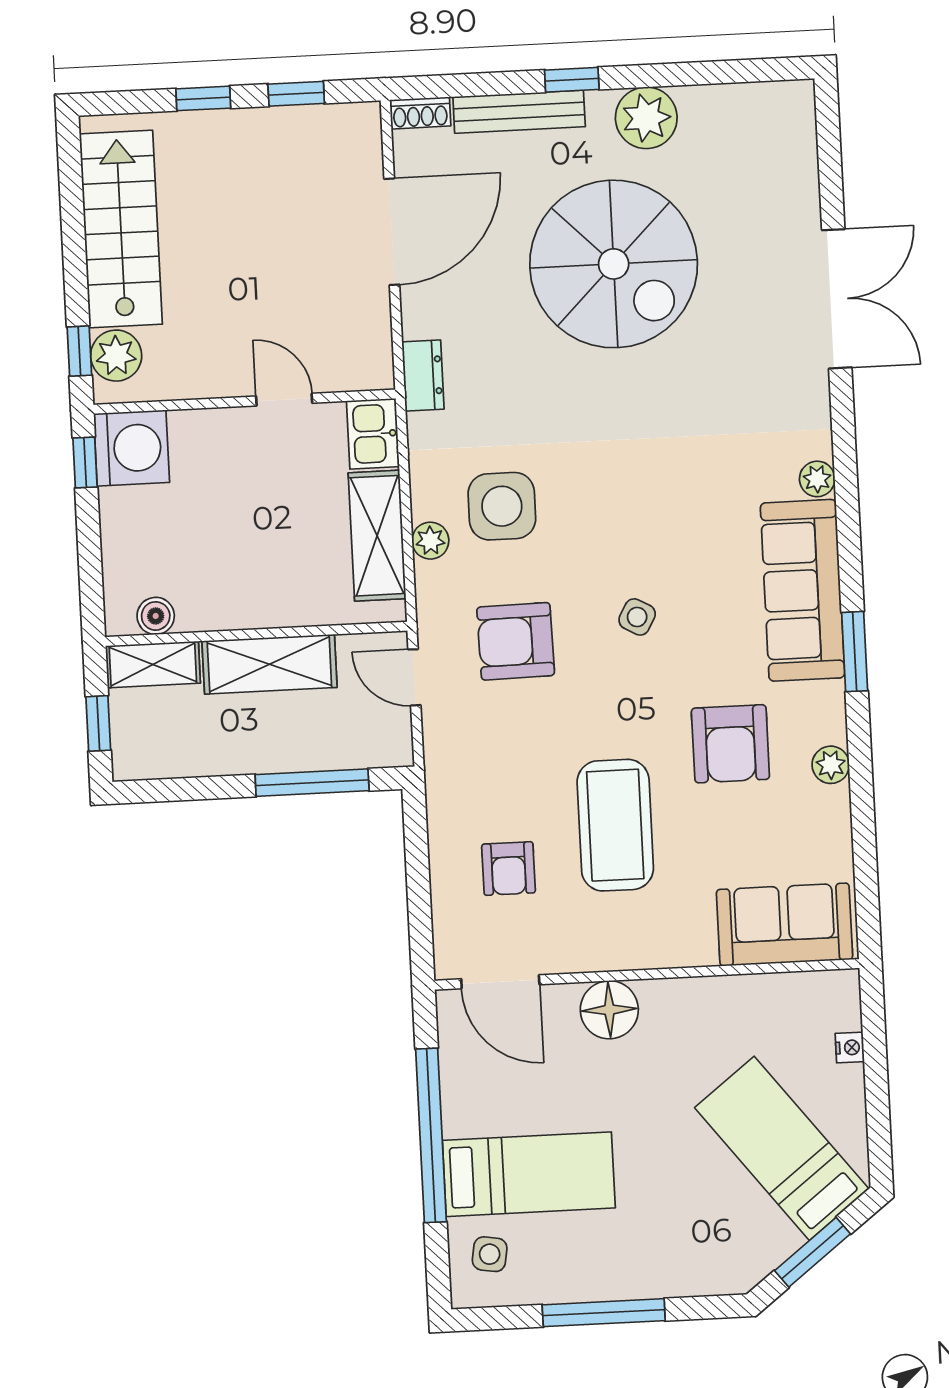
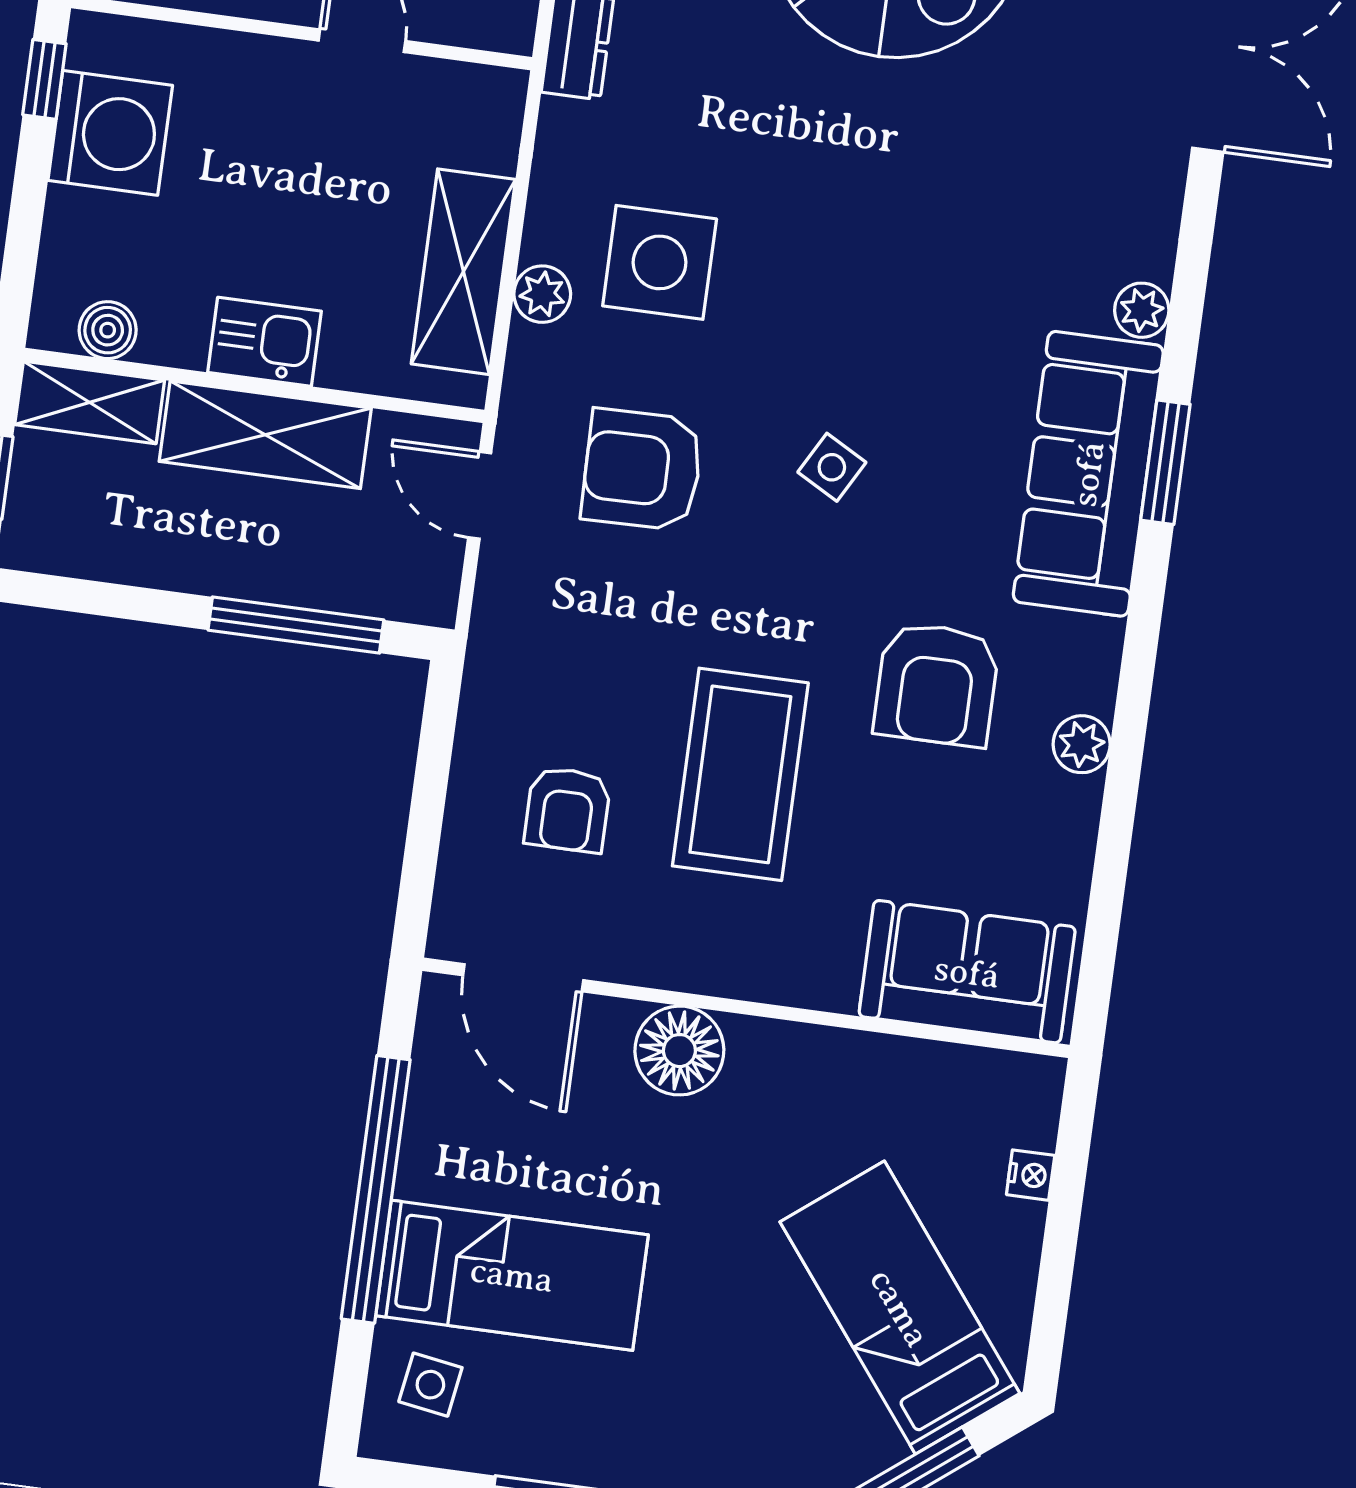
kitchen sink: (373, 434) -> (265, 342), moved, turned 90
washing machine: (132, 448) -> (110, 133), moved
window: (855, 652) -> (1165, 462), moved

